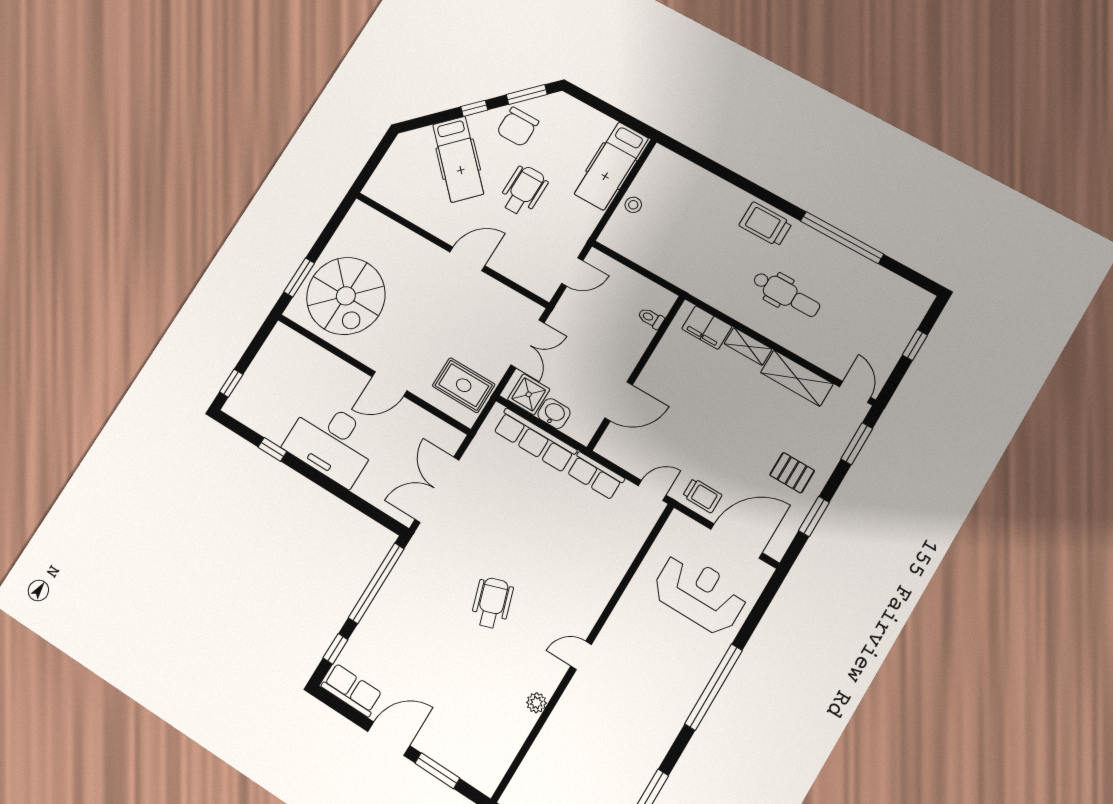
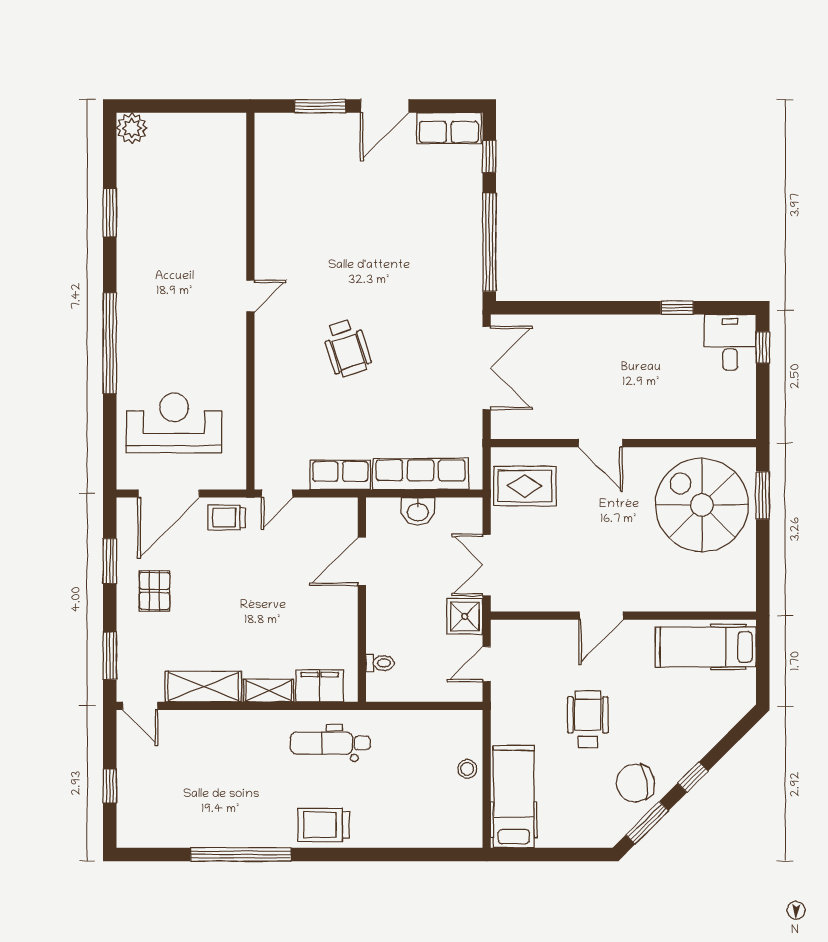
chair: (518, 127) -> (635, 783), turned -99
hospital bed: (458, 159) -> (706, 647), moved, turned -45
wheelchair: (523, 191) -> (588, 719), turned 180
trolley: (766, 224) -> (324, 825), turned 180
dental chair: (786, 294) -> (330, 743), moved
door: (389, 384) -> (600, 443), swing flipped
shower: (529, 394) -> (465, 616), moved
desk: (332, 442) -> (730, 342), moved, width x0.53, depth x0.77
pallet: (792, 473) -> (154, 591), turned 90
reception desk: (700, 593) -> (174, 423), turned 180
wheelchair: (492, 603) -> (347, 348), moved
plant: (536, 703) -> (266, 226), removed

